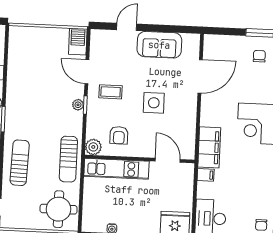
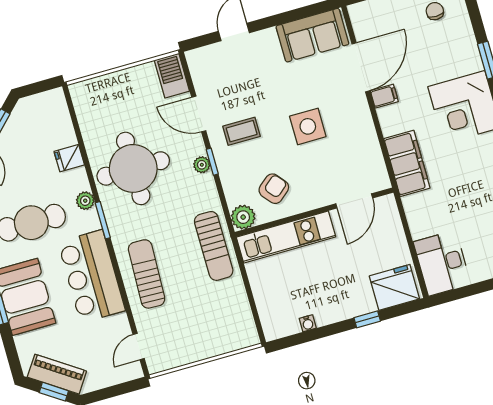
sofa: (159, 45) -> (312, 35), moved
armchair: (119, 135) -> (274, 189), turned -130
door: (168, 160) -> (354, 201), swing flipped
filing cabinet: (206, 175) -> (384, 96), moved
round table: (59, 209) -> (133, 168), moved, width x1.36, depth x1.36

